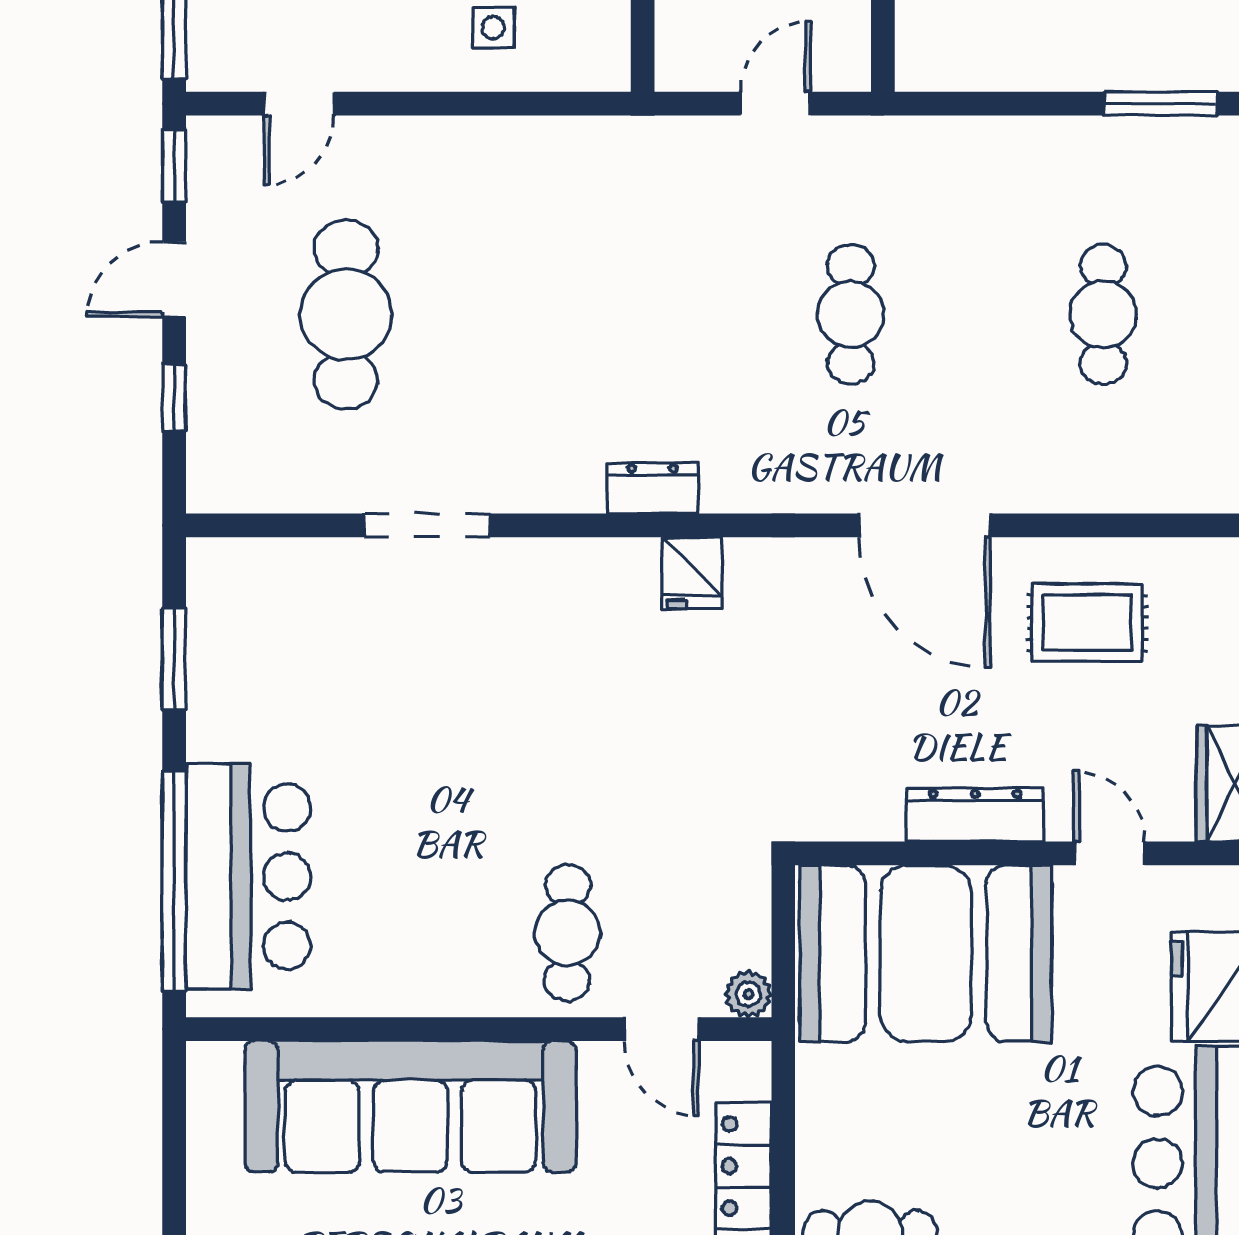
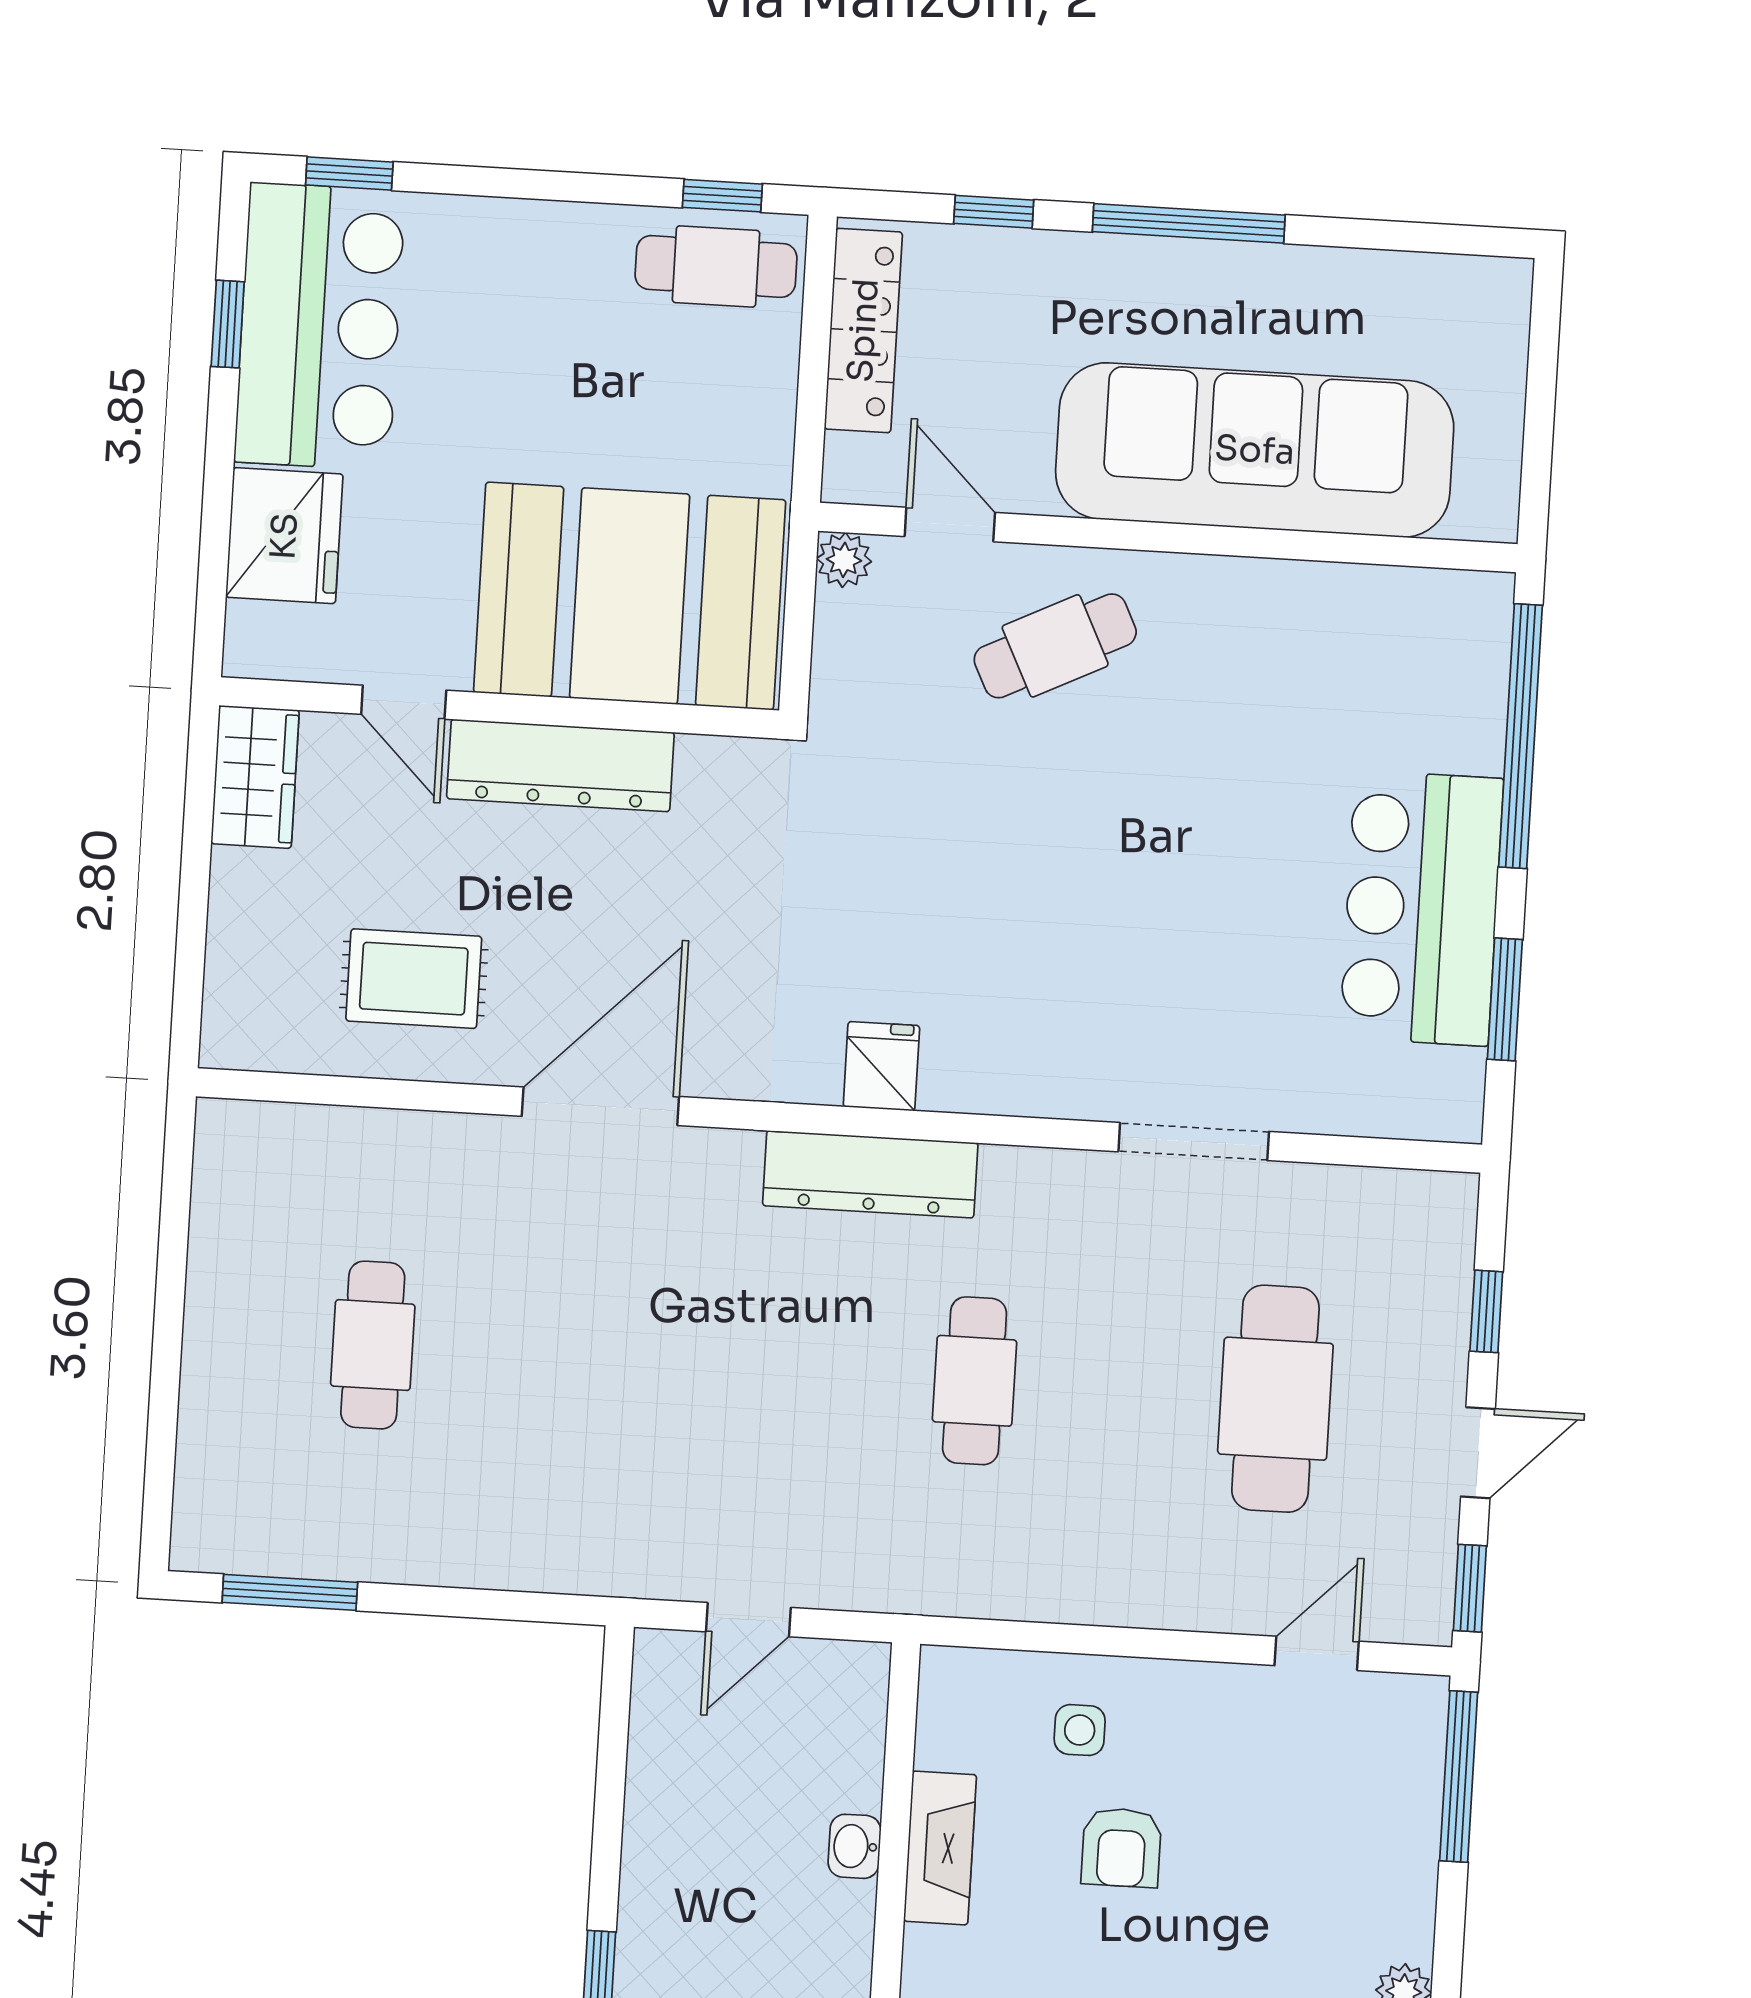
cafe table: (851, 314) -> (975, 1381), moved
dresser: (652, 488) -> (870, 1174), width x1.96, depth x1.24
door: (925, 525) -> (600, 1106), hinge flipped
dresser: (975, 815) -> (560, 766), width x1.37, depth x1.24
bar counter: (248, 877) -> (1422, 908), moved
cafe table: (568, 933) -> (1055, 646), turned 63

